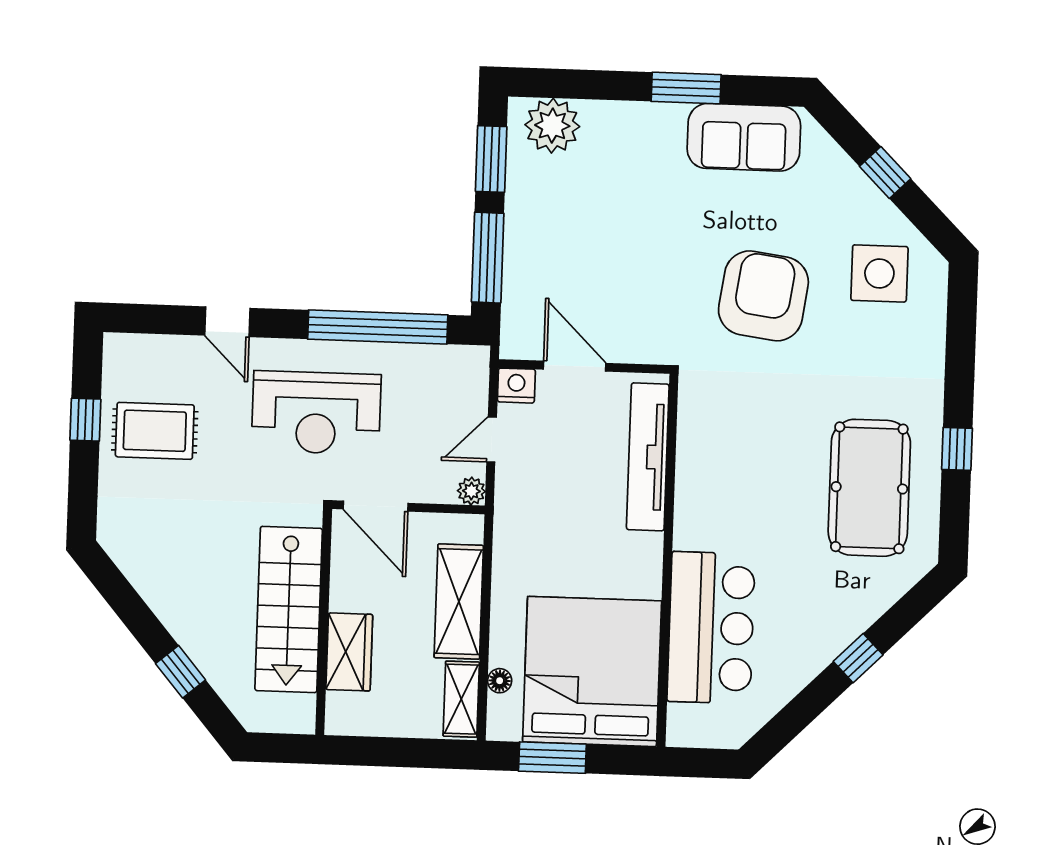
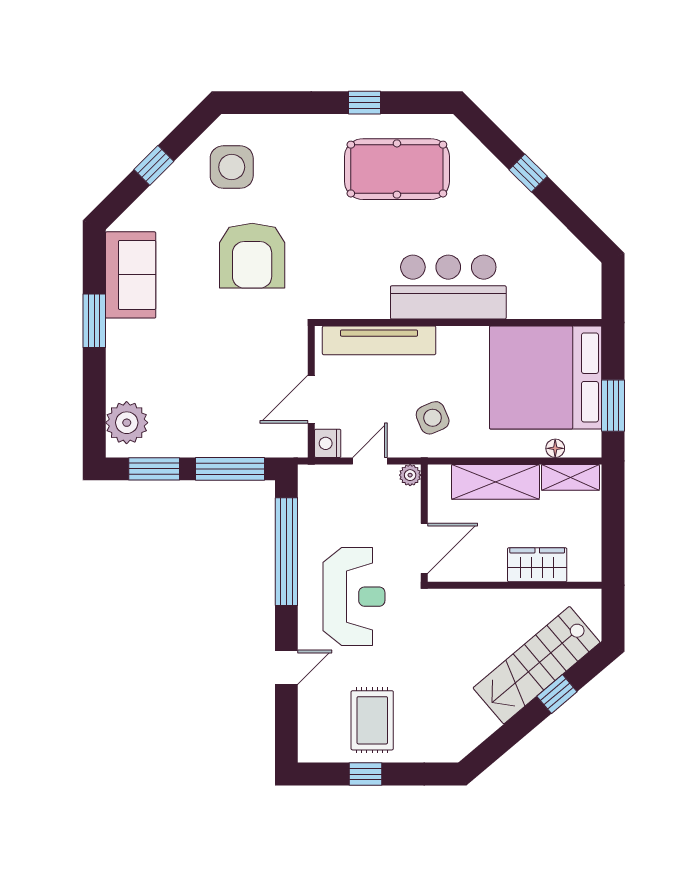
armchair: (763, 296) -> (252, 256), turned -98
door: (492, 439) -> (370, 461), swing flipped
side table: (545, 523) -> (433, 418), added
stairs: (289, 609) -> (537, 665), moved, turned 140
bar counter: (711, 628) -> (448, 287), moved

